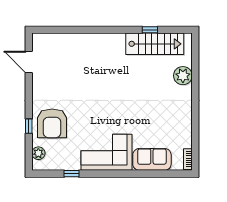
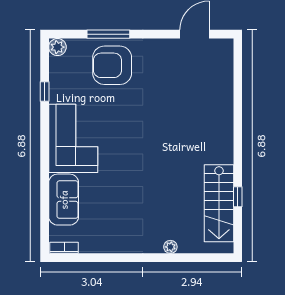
plant: (183, 76) -> (170, 247), width x0.53, depth x0.53
window: (29, 126) -> (108, 34), width x2.17
plant: (38, 153) -> (57, 47), moved

